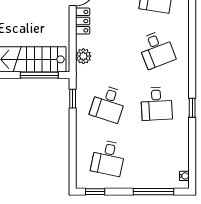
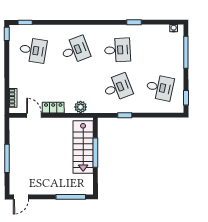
window: (39, 75) -> (95, 153), moved
window: (73, 99) -> (125, 115), moved
desk: (108, 104) -> (118, 88), turned -39
window: (192, 108) -> (134, 22), moved

